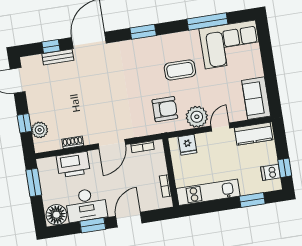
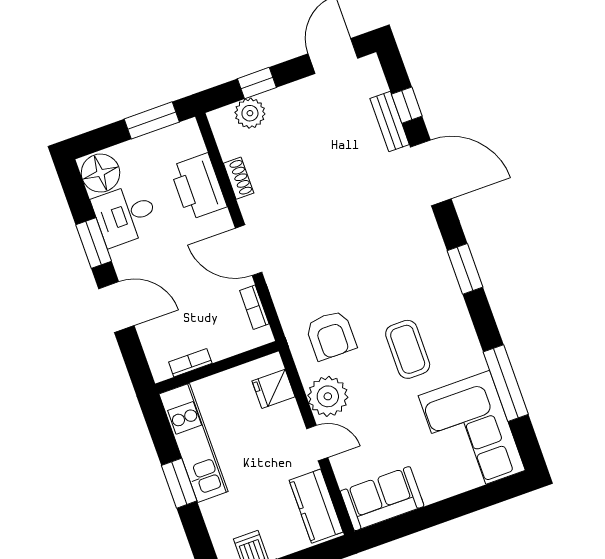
window: (252, 200) -> (179, 483), moved
desk: (86, 205) -> (125, 215), width x0.73

